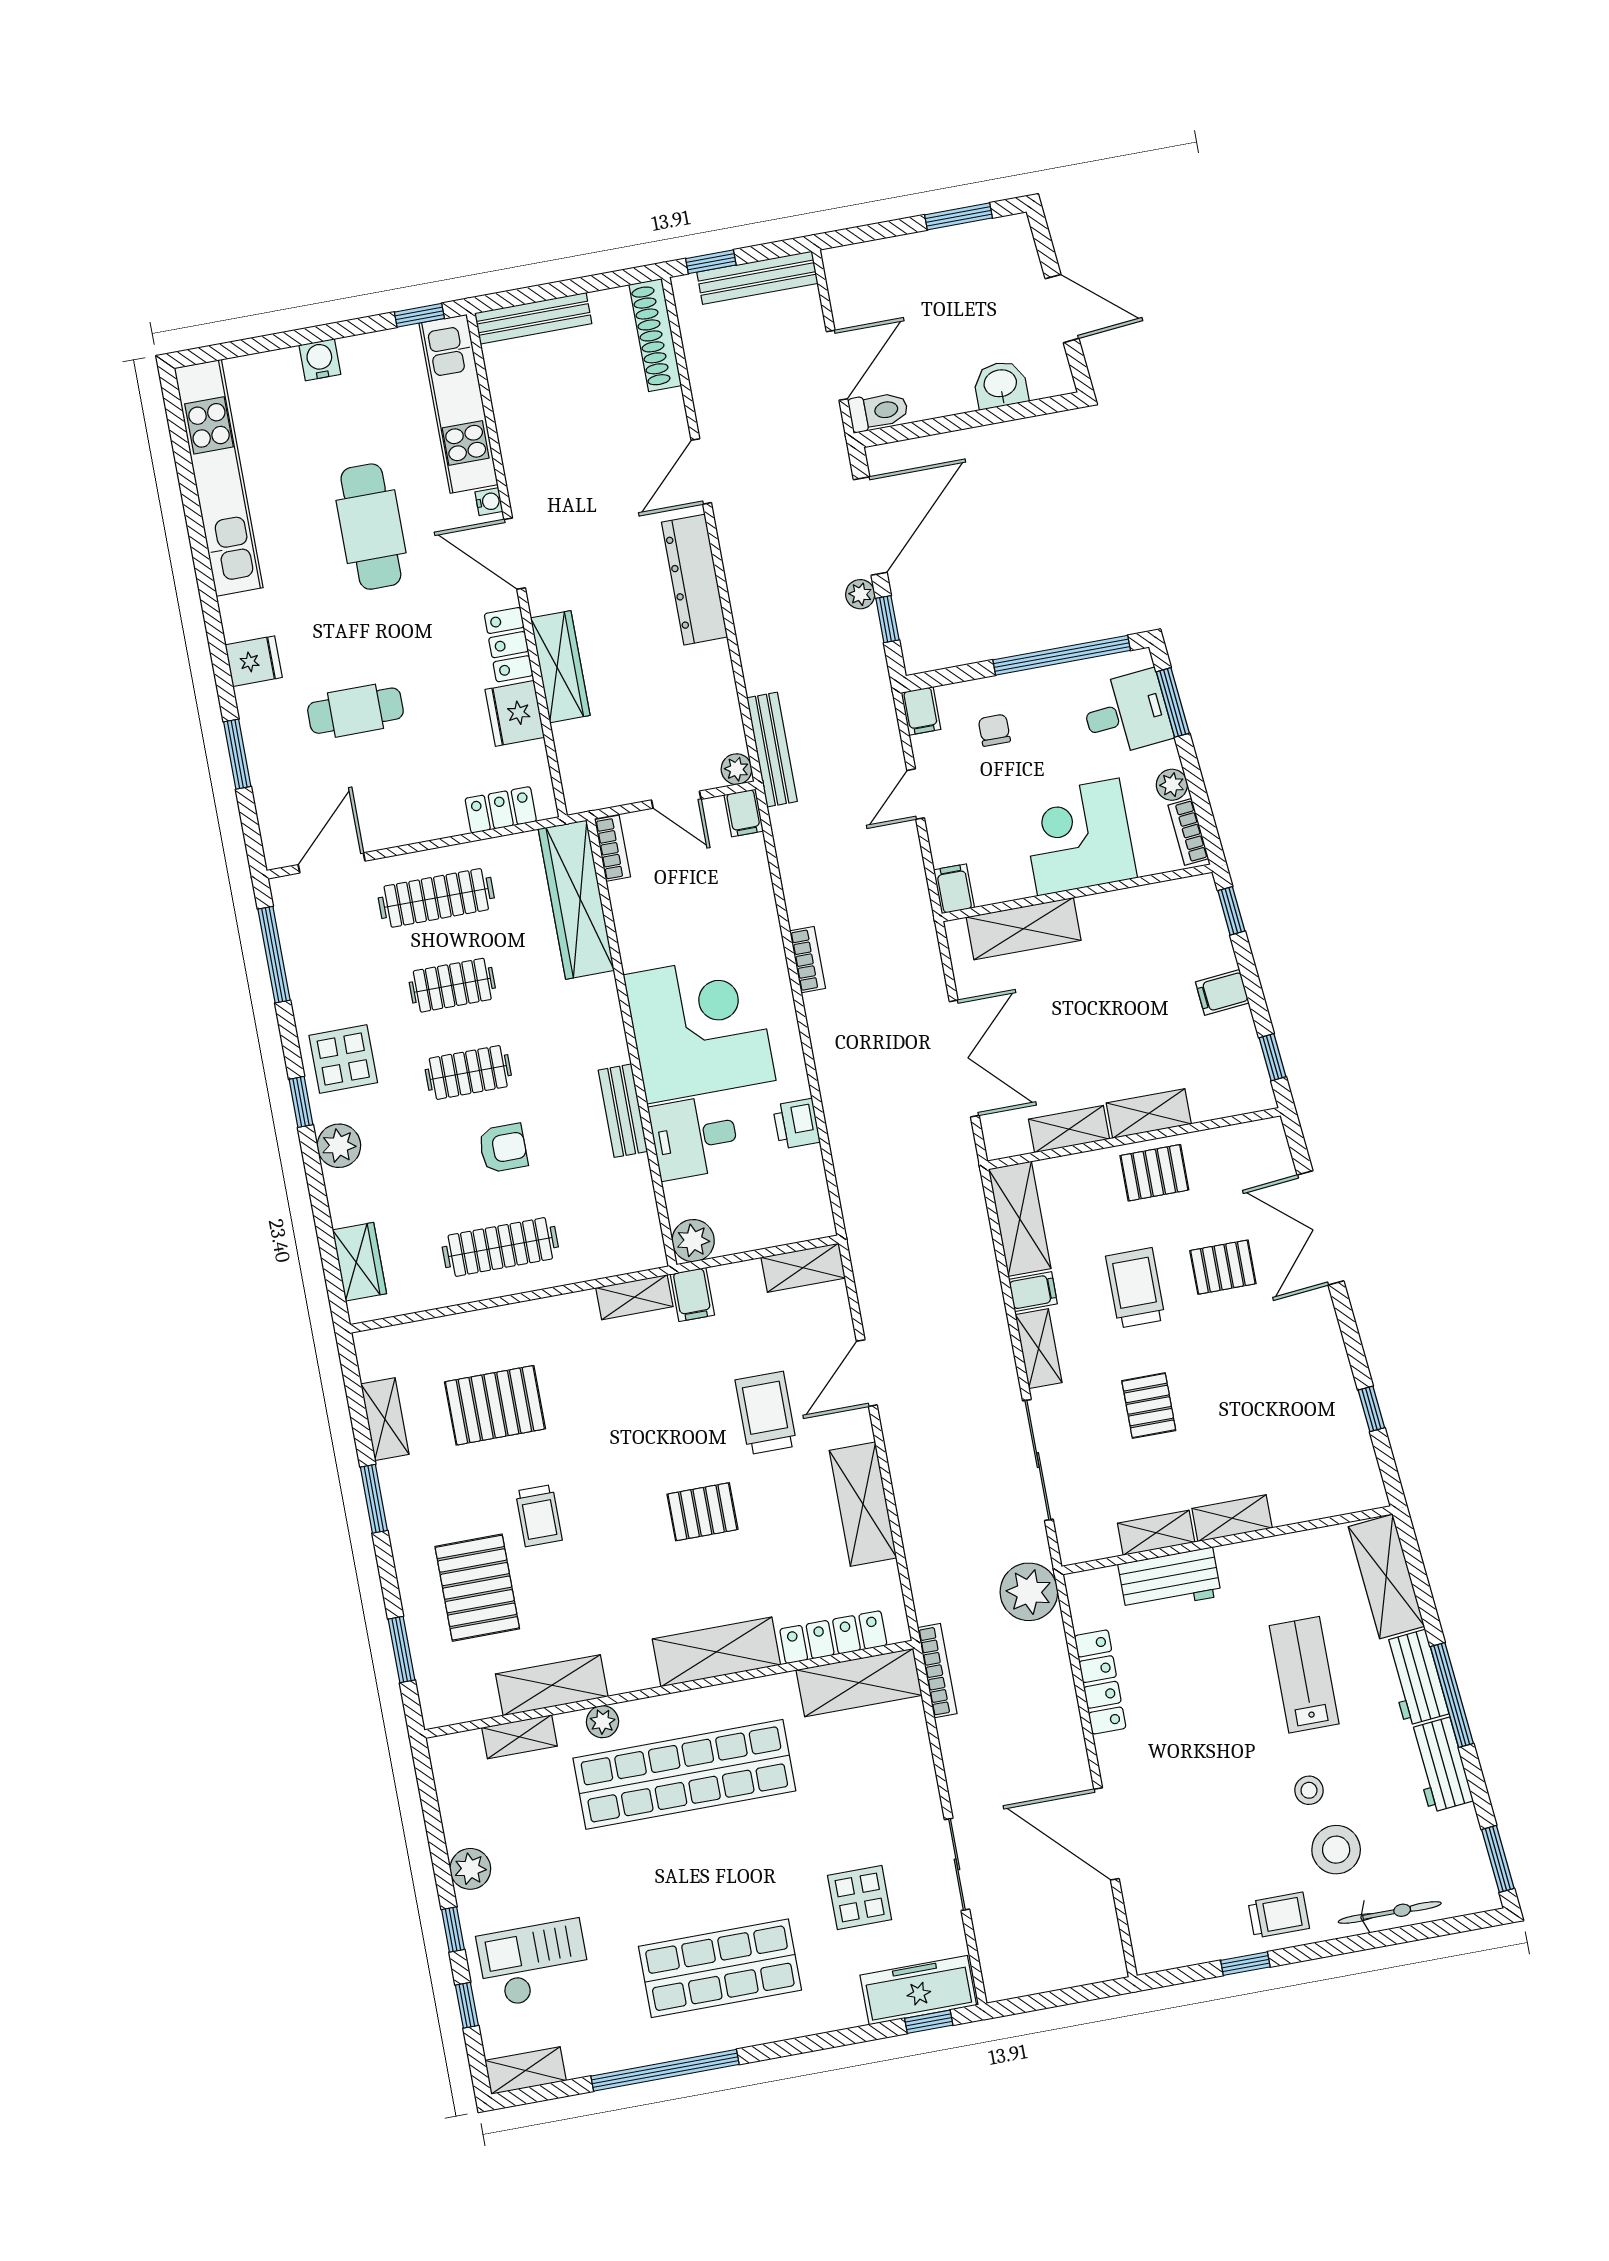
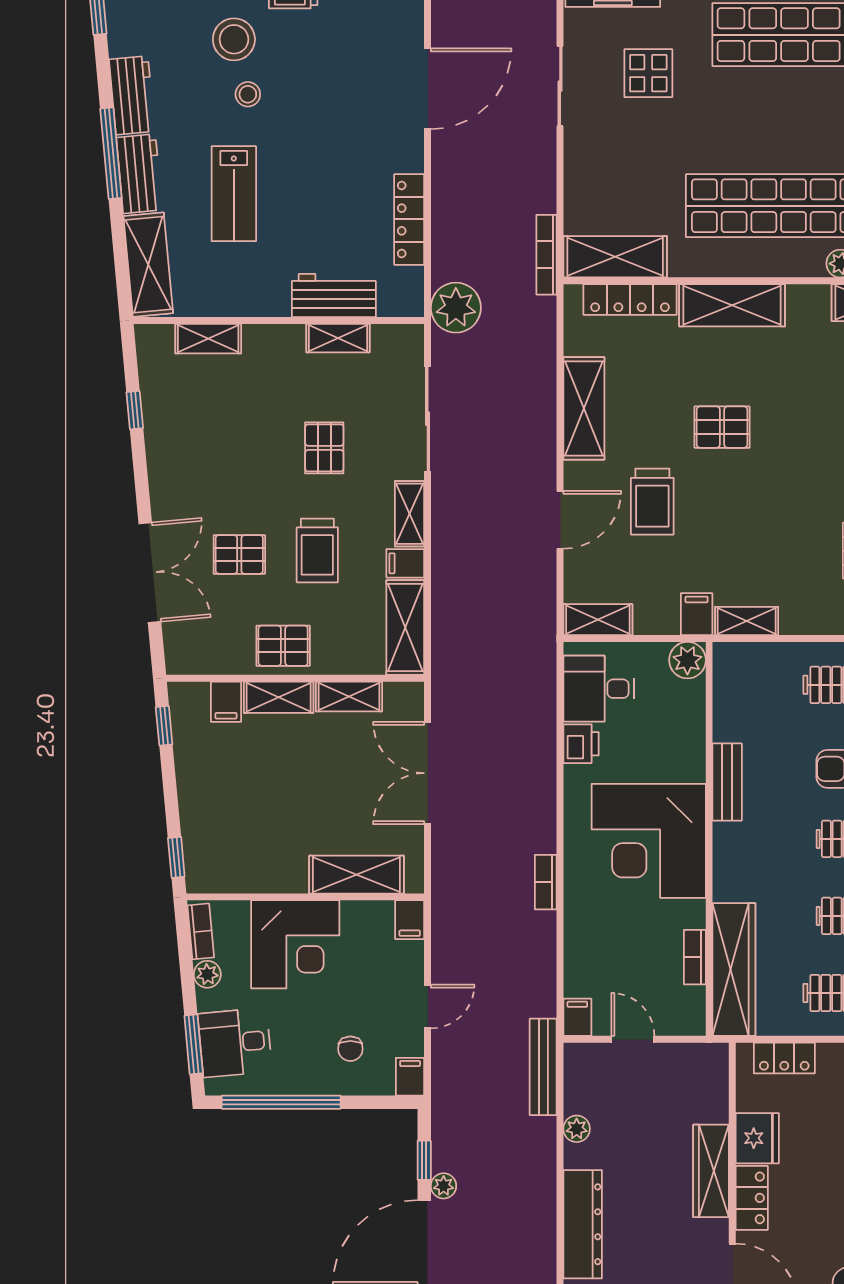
plant: (736, 769) -> (577, 1129), moved
bookcase: (613, 848) -> (695, 957), moved
filing cabinet: (1222, 992) -> (226, 702), moved, turned 95
desk: (694, 1137) -> (599, 689), moved, turned 180
shelving: (1232, 1518) -> (208, 339), moved
door: (1106, 1834) -> (428, 89), hinge flipped

